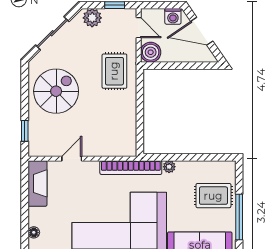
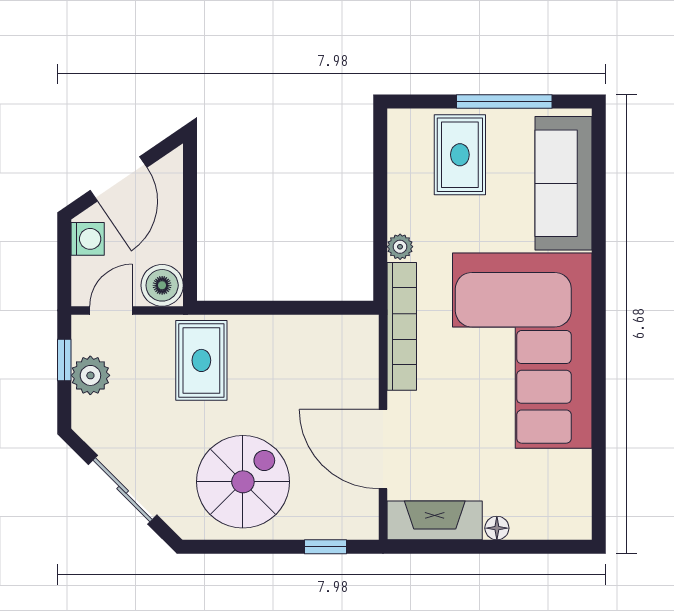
plant: (92, 18) -> (90, 375), moved
rug: (114, 71) -> (201, 360), turned 90
spiral stairs: (56, 91) -> (243, 482), turned 90
door: (72, 159) -> (383, 449), width x1.87
floor lamp: (34, 232) -> (497, 528), moved

